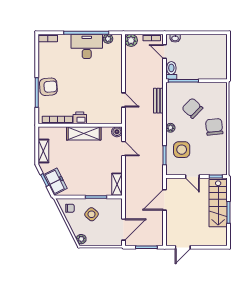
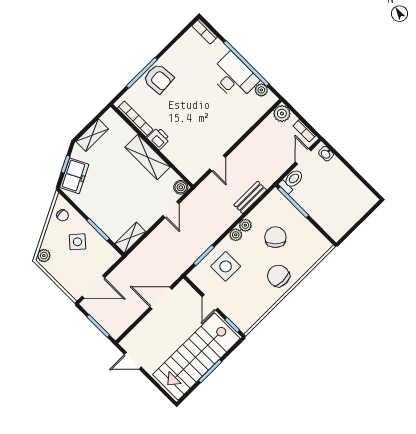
plant: (171, 118) -> (245, 225), added
chair: (214, 127) -> (278, 276), turned -84
stairs: (218, 203) -> (196, 356), width x1.36, depth x1.51

